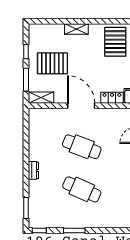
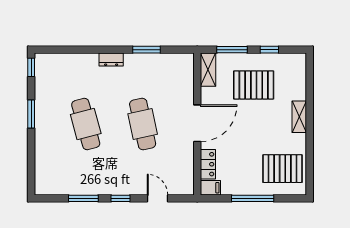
pallet: (52, 63) -> (254, 85), turned 90
cafe table: (82, 147) -> (143, 124), turned -33
cafe table: (82, 189) -> (86, 124), turned -39
window: (26, 208) -> (146, 50), moved

